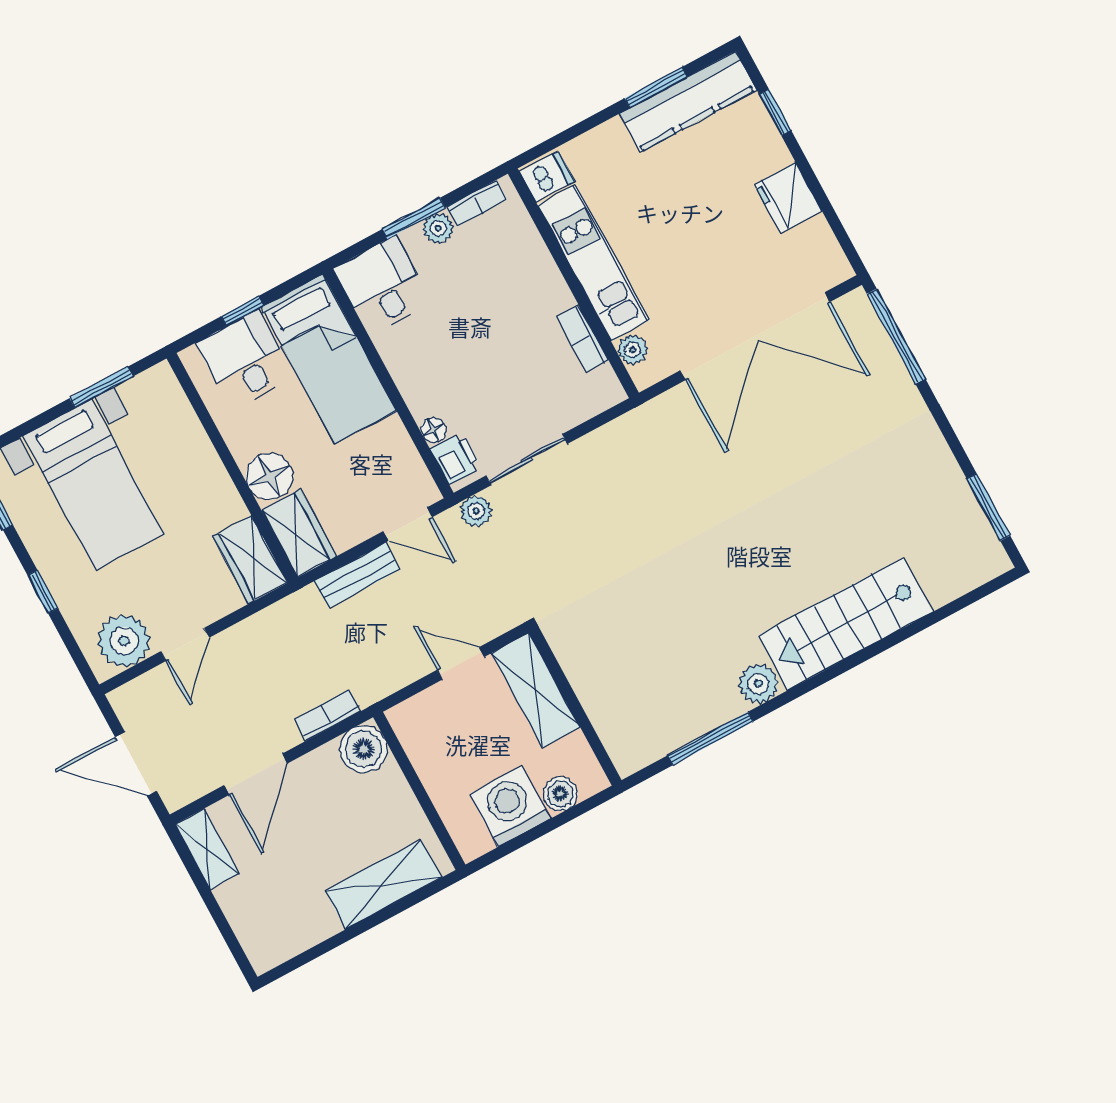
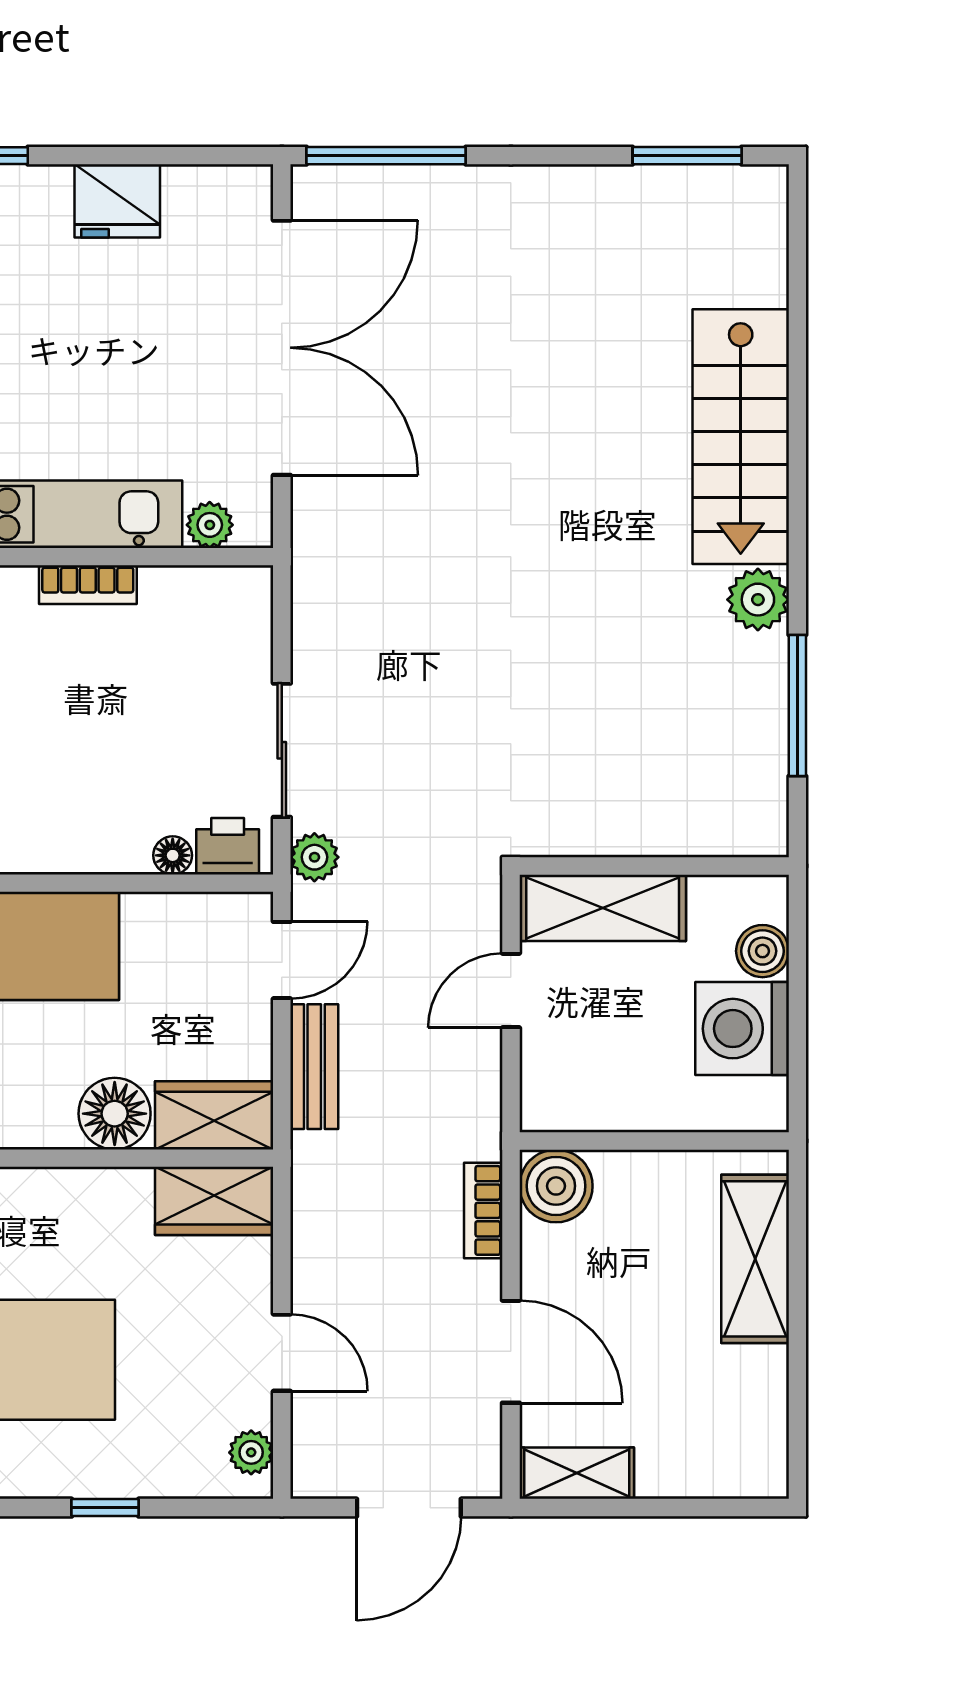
bookcase: (583, 339) -> (88, 585), moved
plant: (124, 641) -> (251, 1452), width x0.53, depth x0.53

